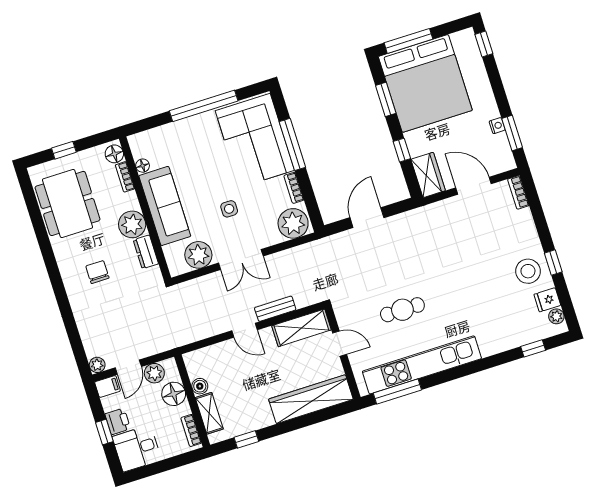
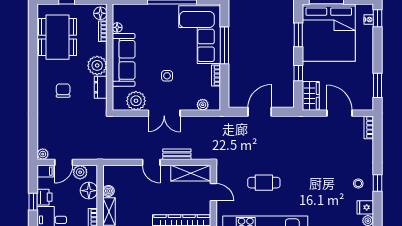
nightstand: (497, 126) -> (369, 20), moved
plant: (293, 223) -> (203, 105), width x0.53, depth x0.53
stool: (528, 271) -> (358, 183), width x0.53, depth x0.53

